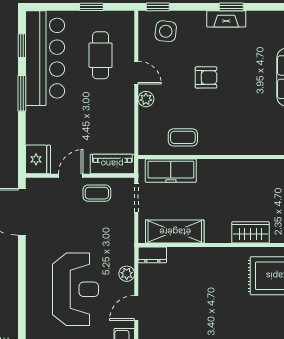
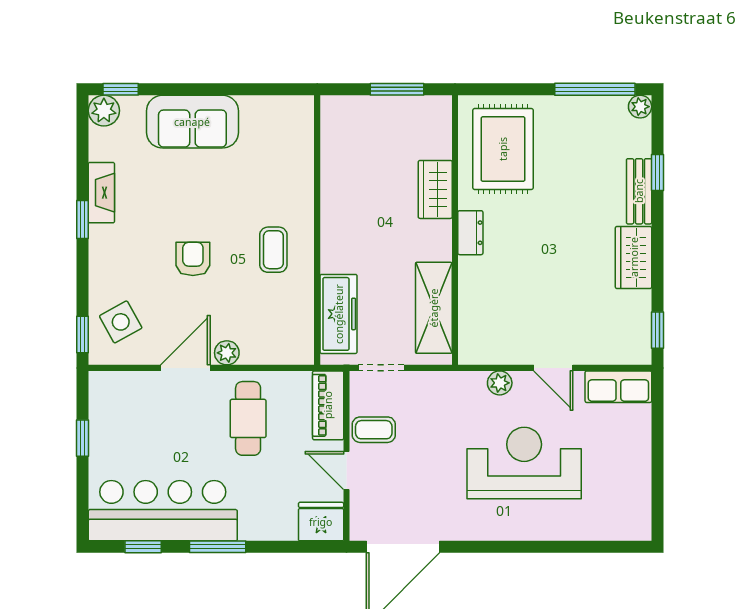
fireplace: (226, 19) -> (101, 193), moved
side table: (166, 31) -> (121, 322), turned -35
cafe table: (101, 55) -> (248, 418), moved, turned 90
door: (136, 73) -> (185, 368), width x1.38
coffee table: (183, 137) -> (273, 250), moved
coffee table: (97, 193) -> (374, 430), turned 90
dresser: (152, 255) -> (470, 233), moved

